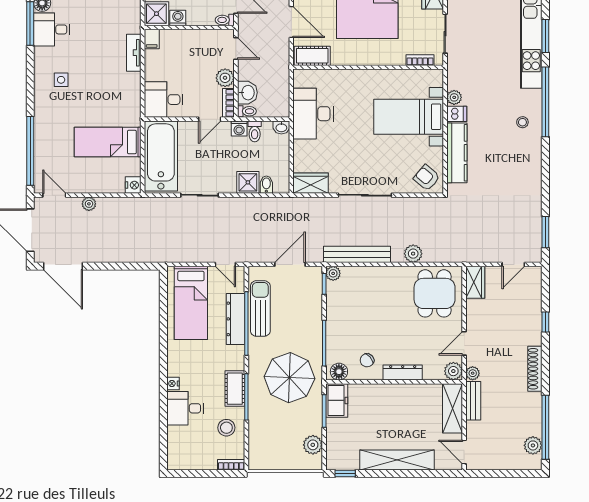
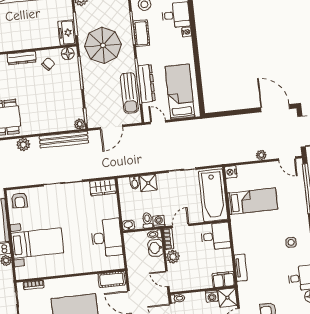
filing cabinet: (152, 39) -> (224, 279), width x2.00
armchair: (427, 178) -> (20, 200), turned 50

